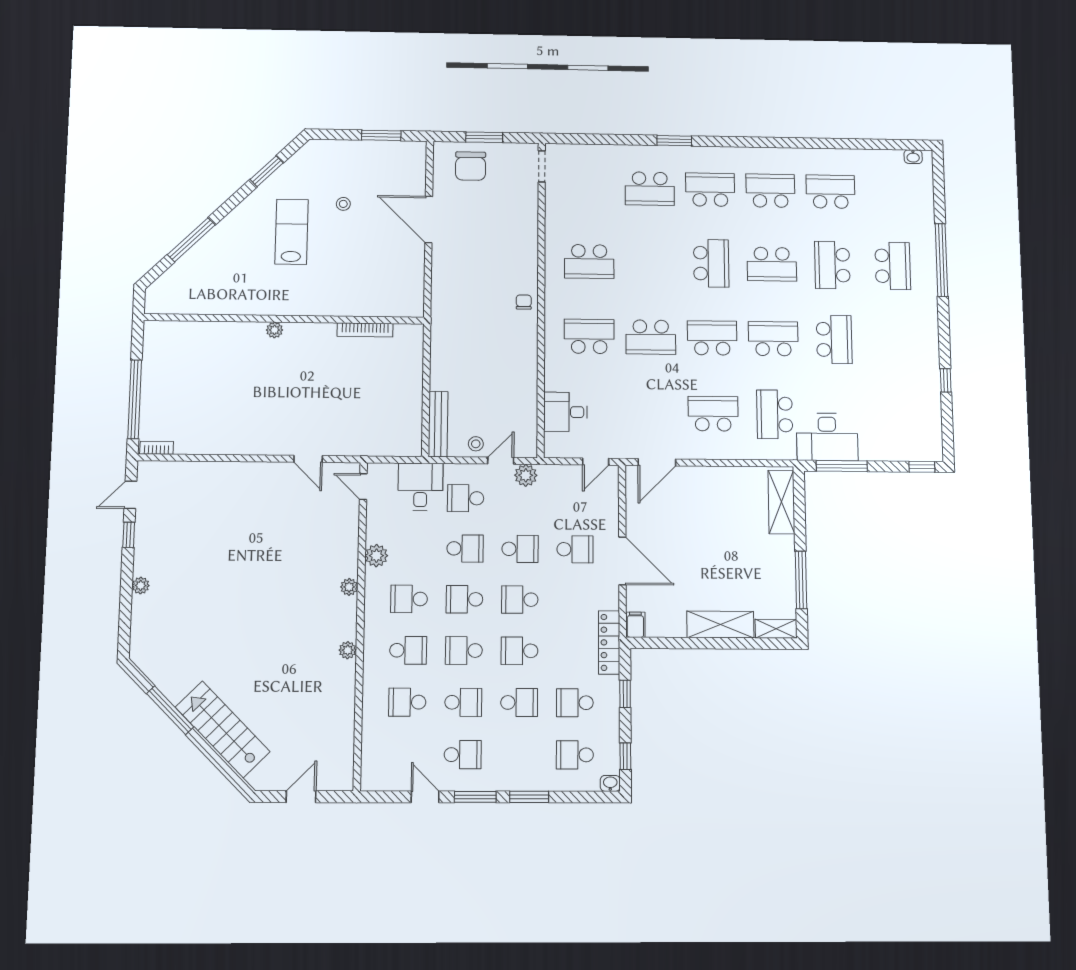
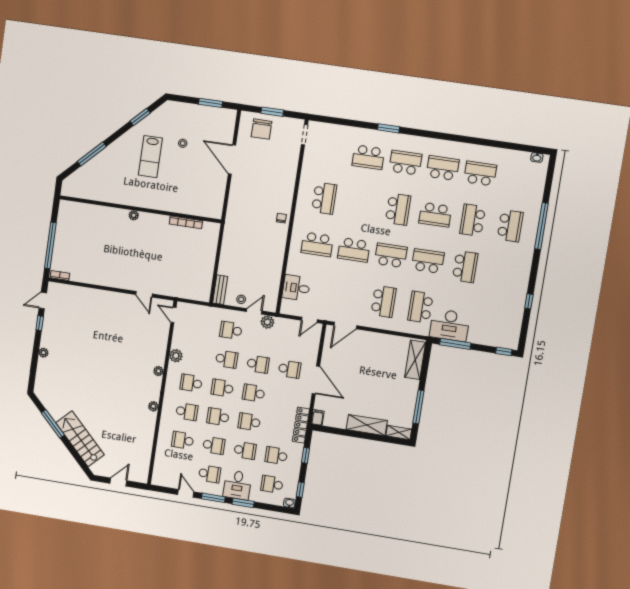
lab bench: (292, 232) -> (150, 157), turned 180
school desk: (589, 261) -> (324, 198), turned -90
school desk: (589, 336) -> (317, 244), turned 180
school desk: (713, 414) -> (384, 301), turned 90
bench: (438, 424) -> (220, 290), width x0.73
desk: (420, 487) -> (237, 485), moved, turned 180

